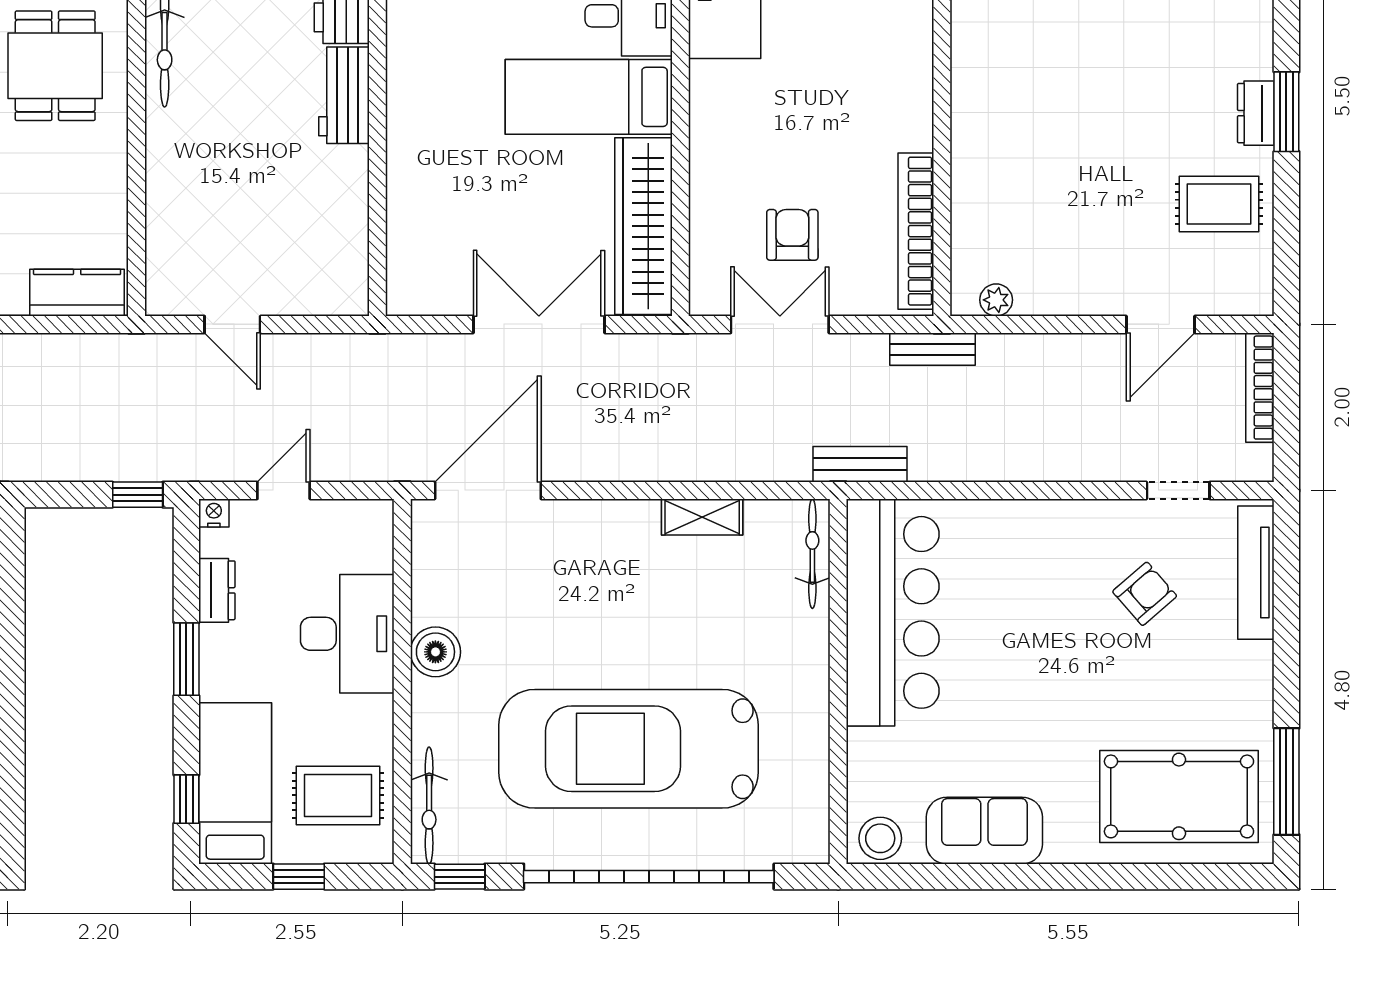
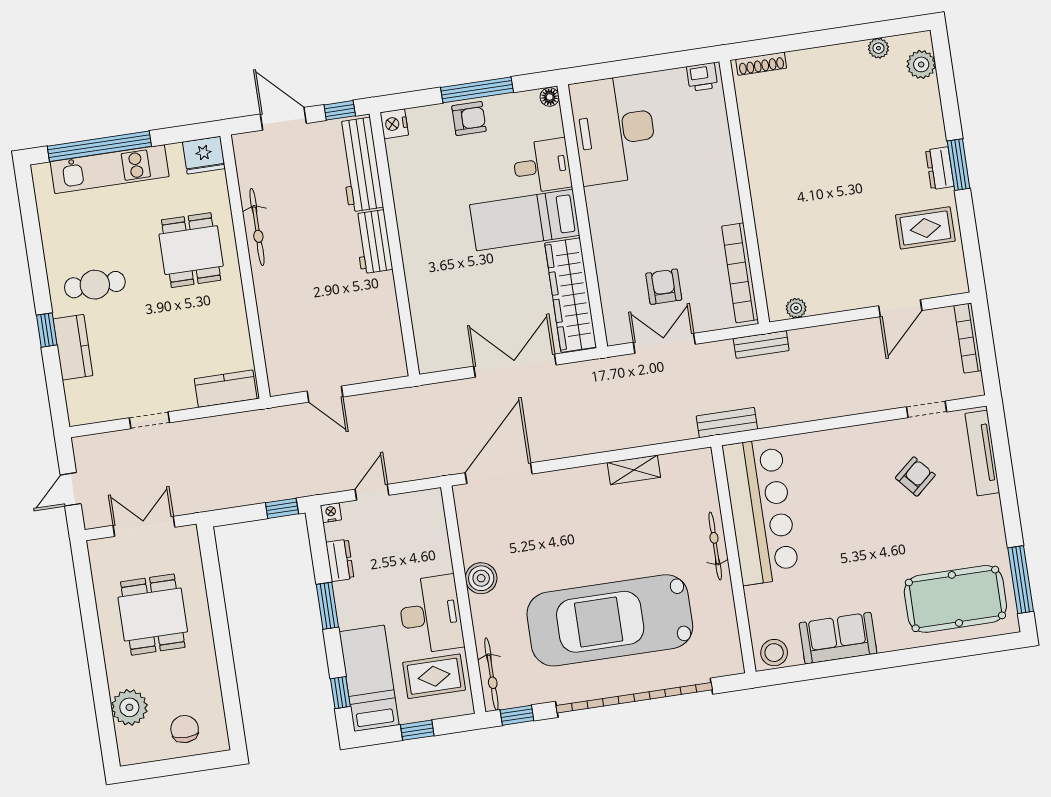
bicycle: (812, 554) -> (715, 546), moved
desk: (347, 634) -> (431, 614), moved

